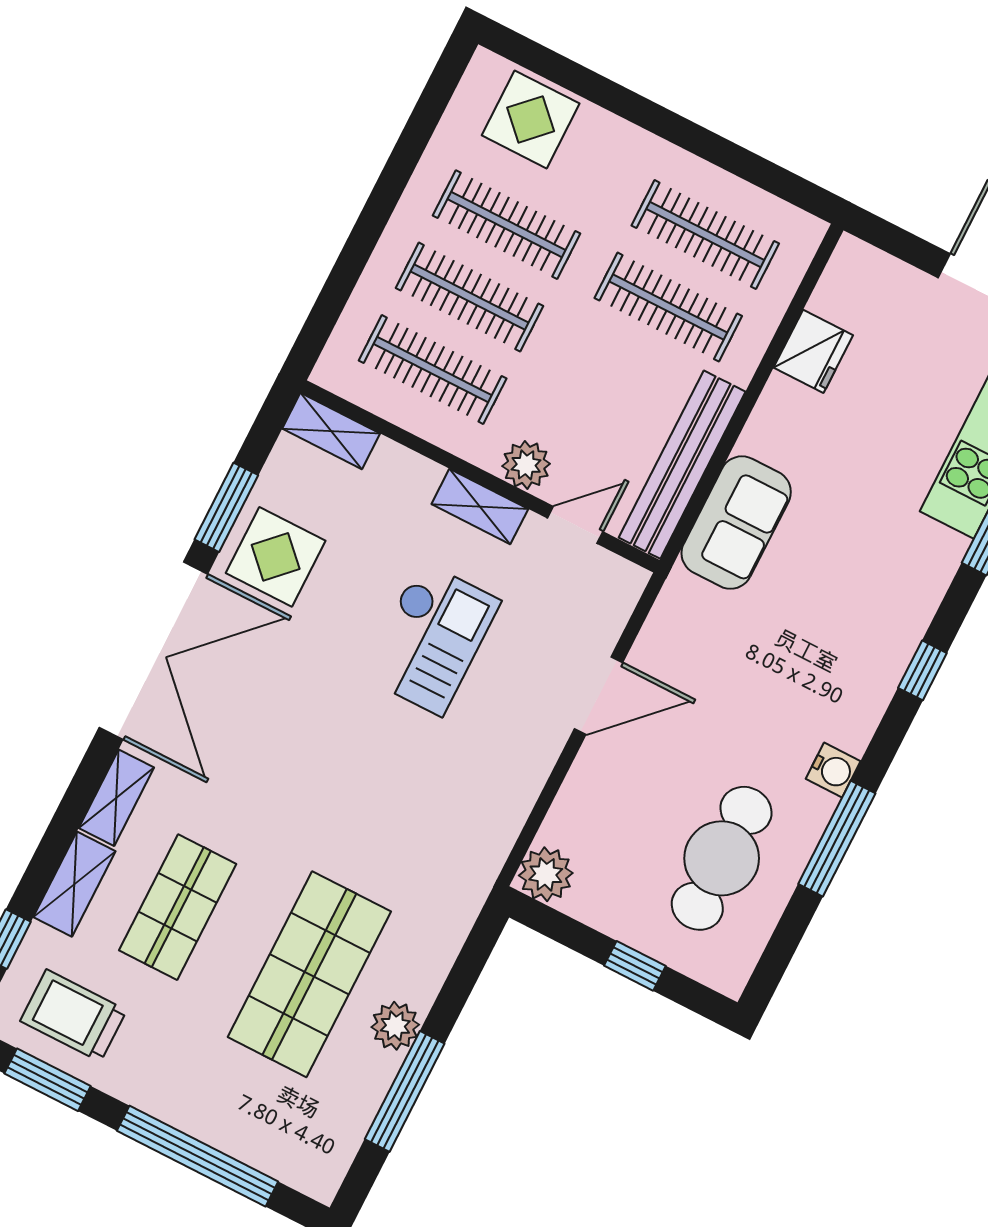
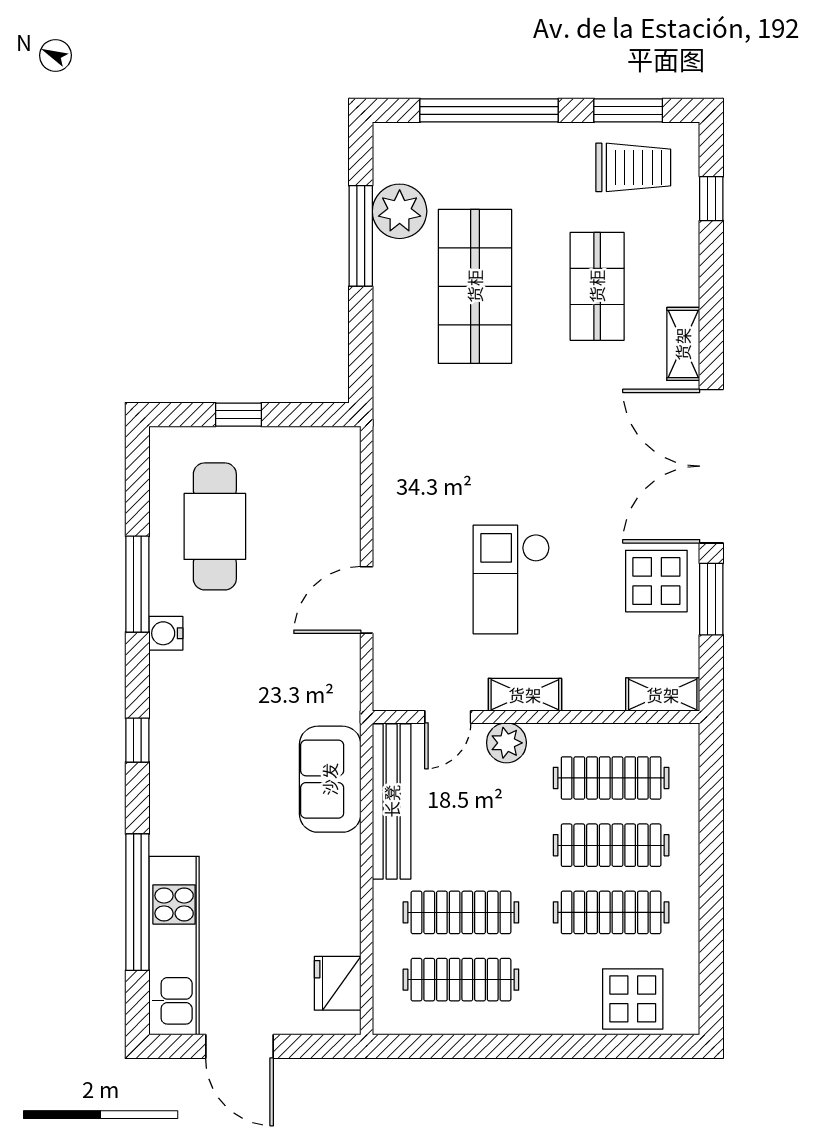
fridge: (813, 351) -> (338, 983), moved
plant: (546, 874) -> (338, 449), removed
shelving: (74, 884) -> (682, 264), removed
plant: (395, 1026) -> (400, 211), moved, width x1.36, depth x1.36

